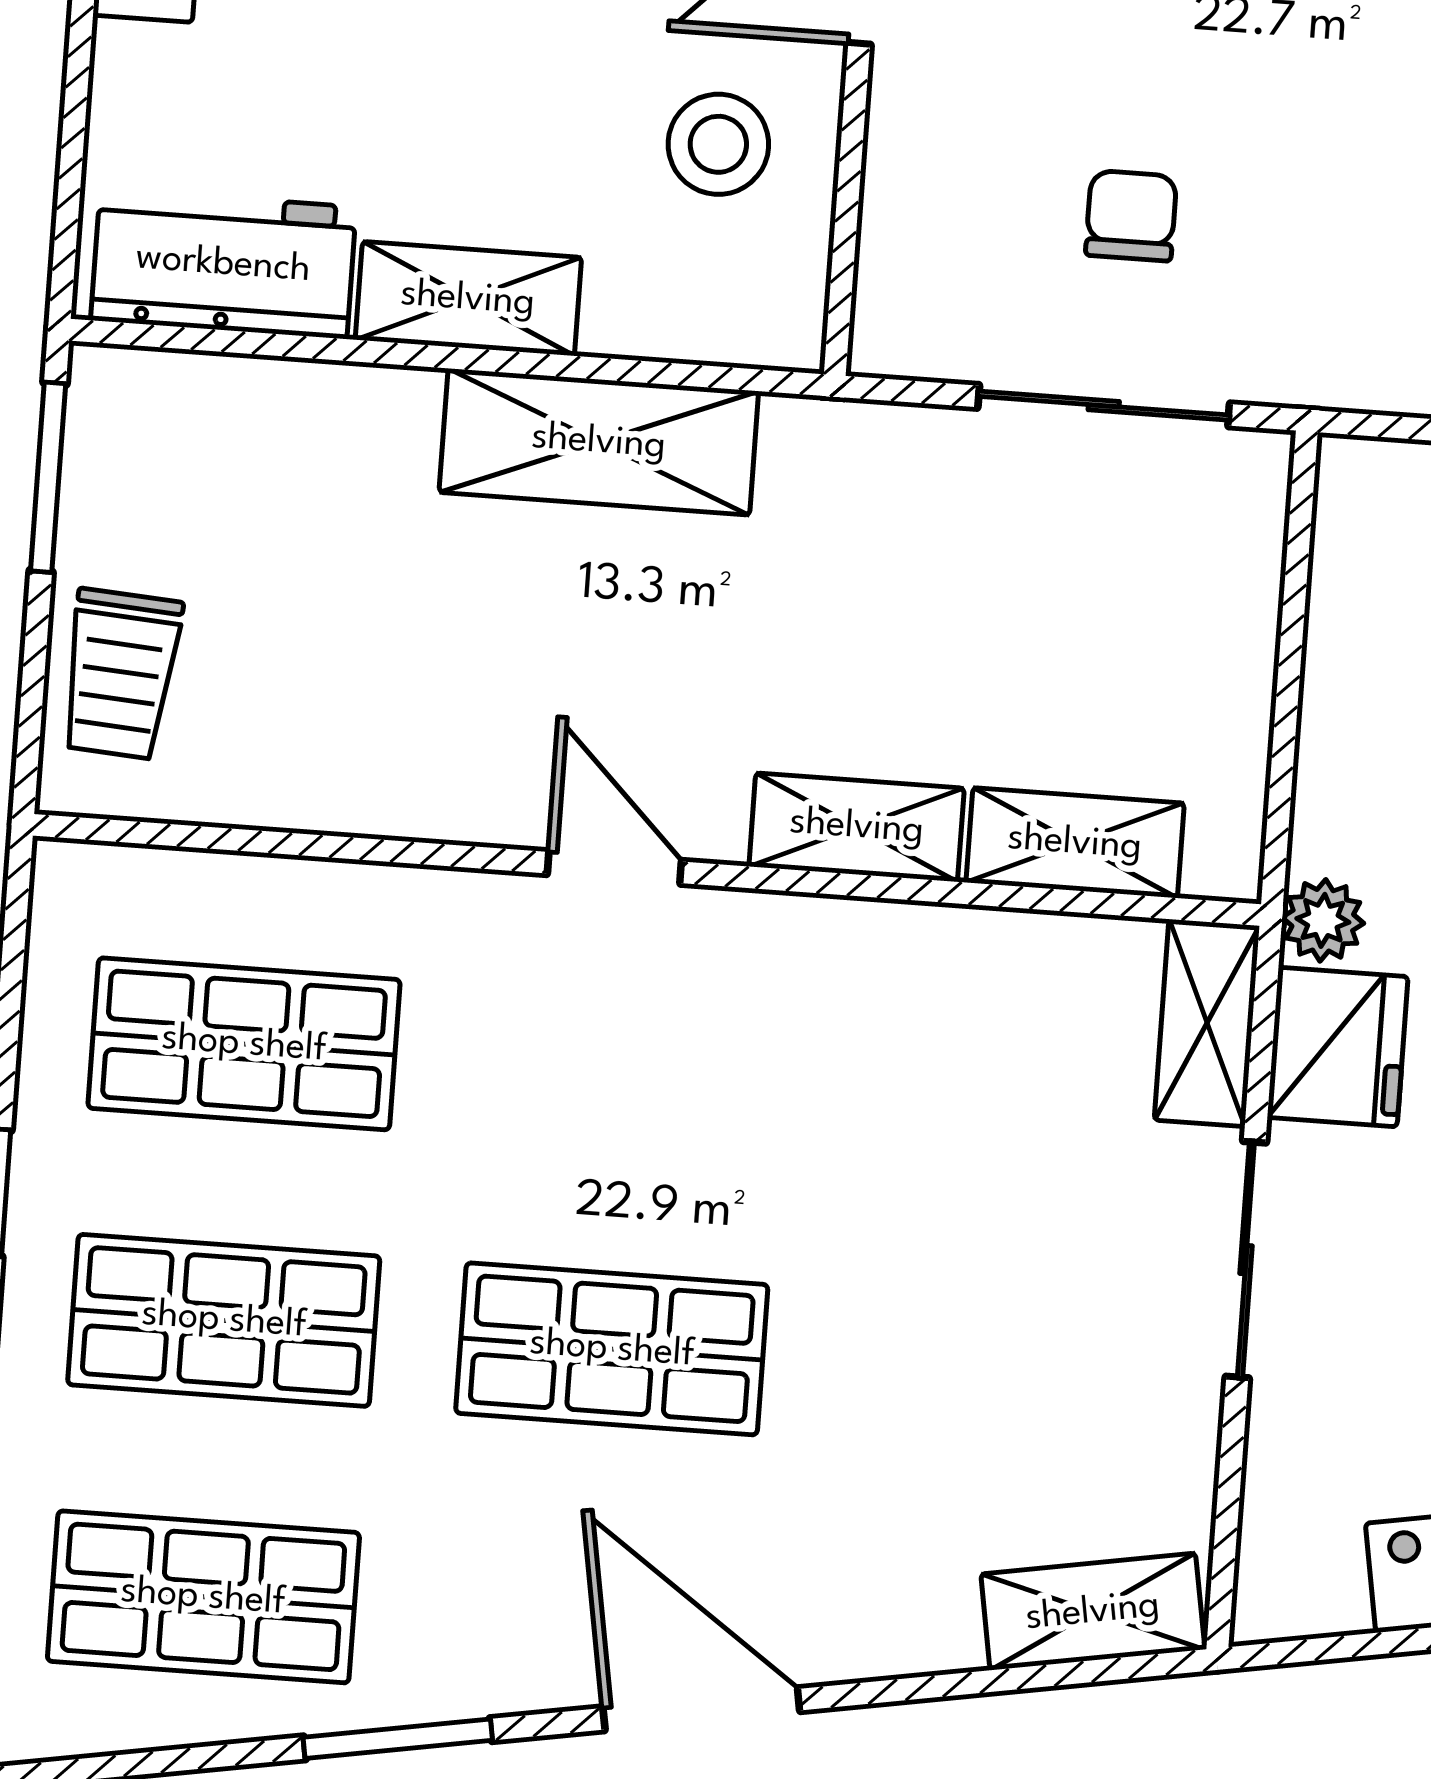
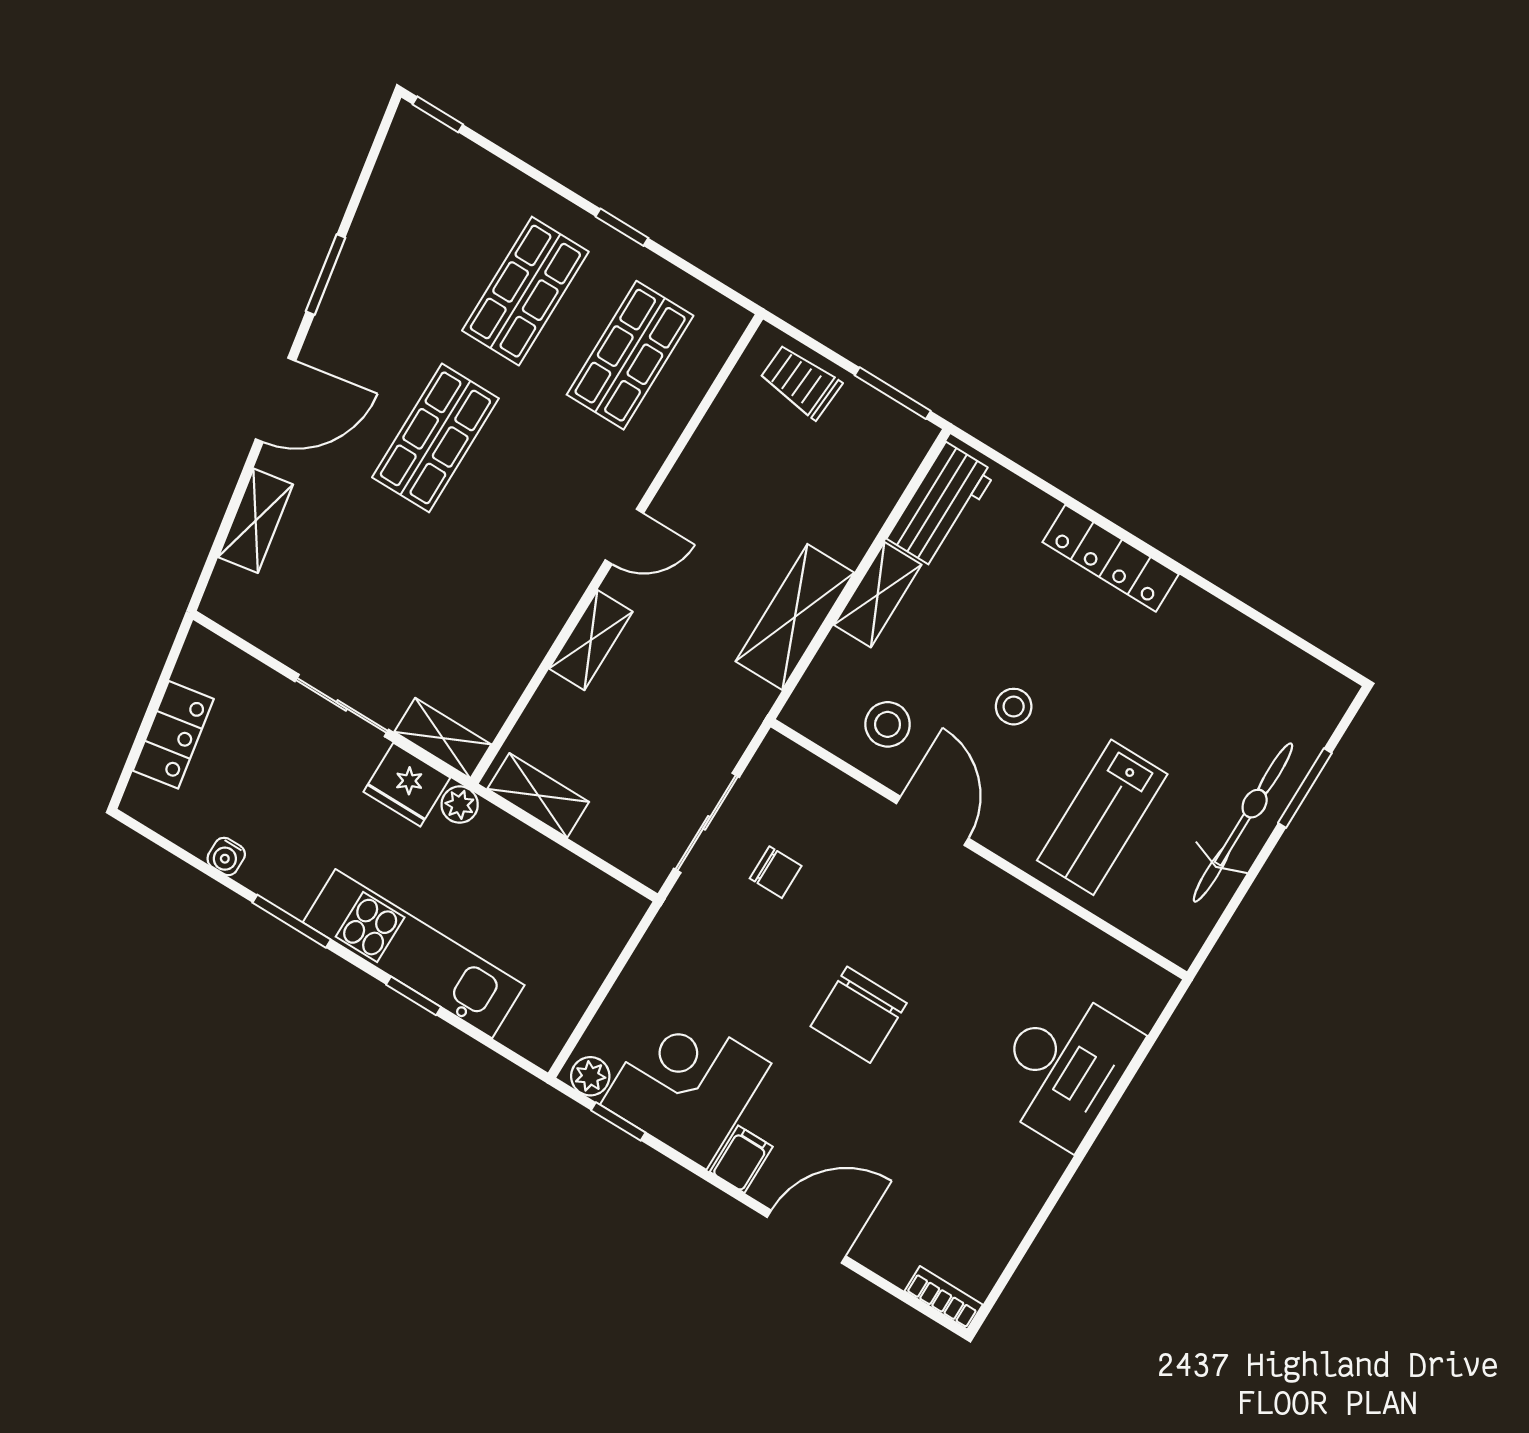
shelving: (1075, 843) -> (538, 795), moved, turned 90
shop shelf: (203, 1597) -> (421, 227), removed
shelving: (1093, 1612) -> (256, 521), moved

